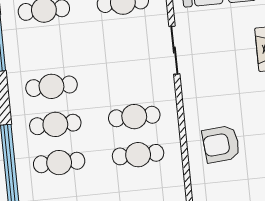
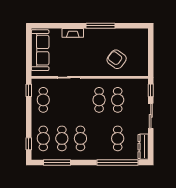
cafe table: (55, 124) -> (62, 138), moved
armchair: (221, 144) -> (117, 59), turned 132

